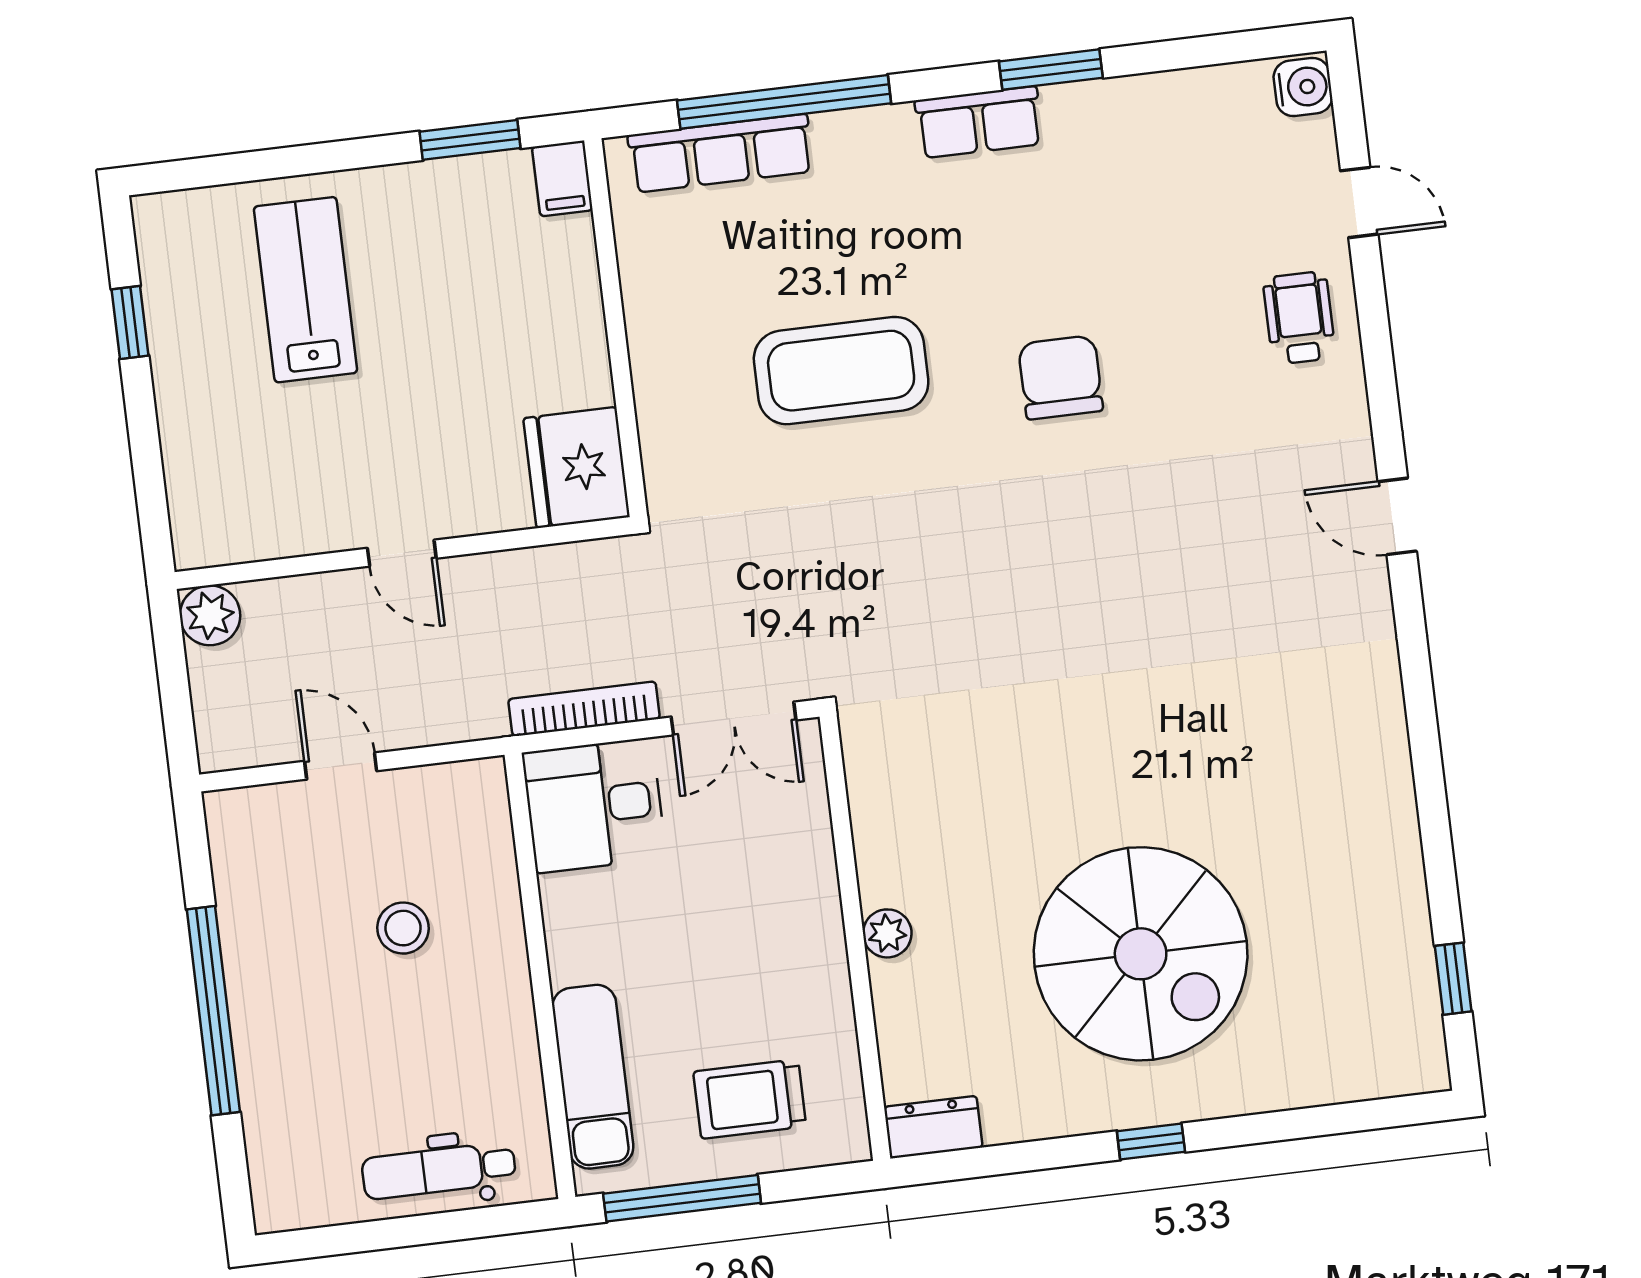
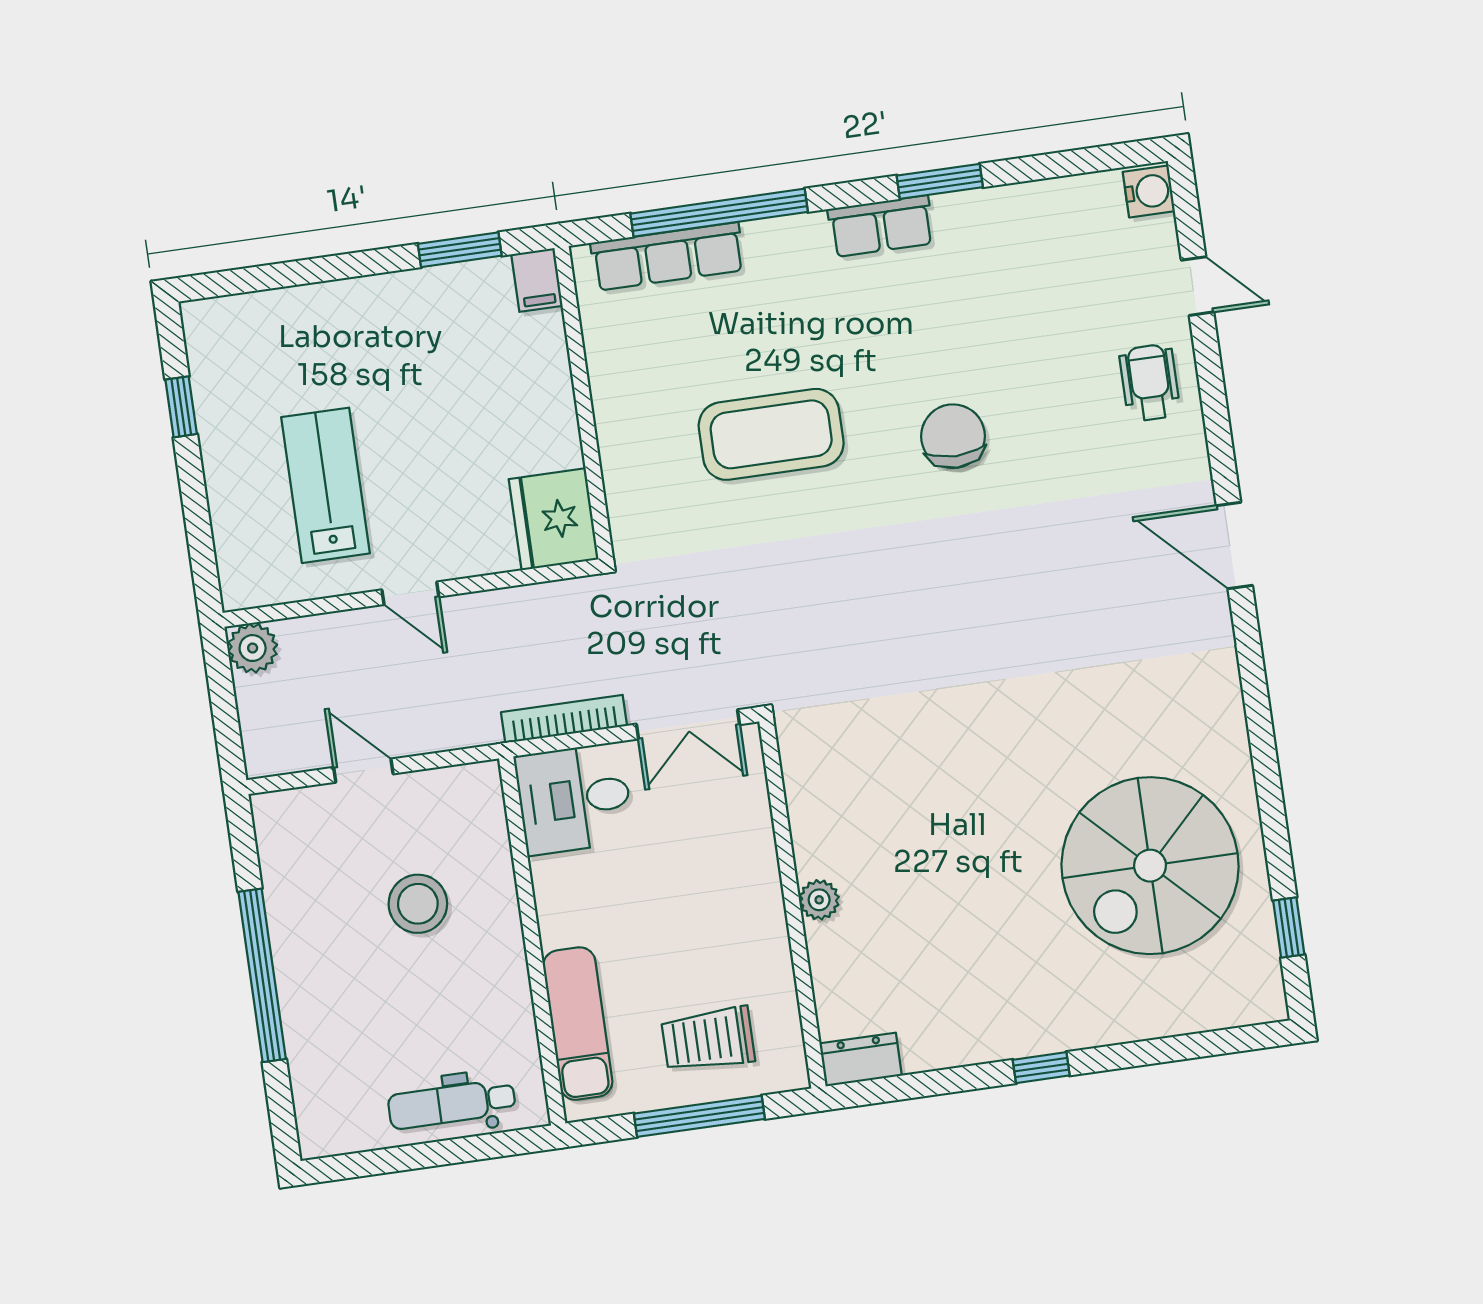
lab bench: (306, 290) -> (325, 485), moved
door: (1397, 516) -> (1234, 545), width x1.38
stool: (403, 928) -> (418, 904), width x1.38, depth x1.38
spiral stairs: (1141, 954) -> (1150, 866), moved, turned 90
window: (682, 1198) -> (699, 1116), moved

